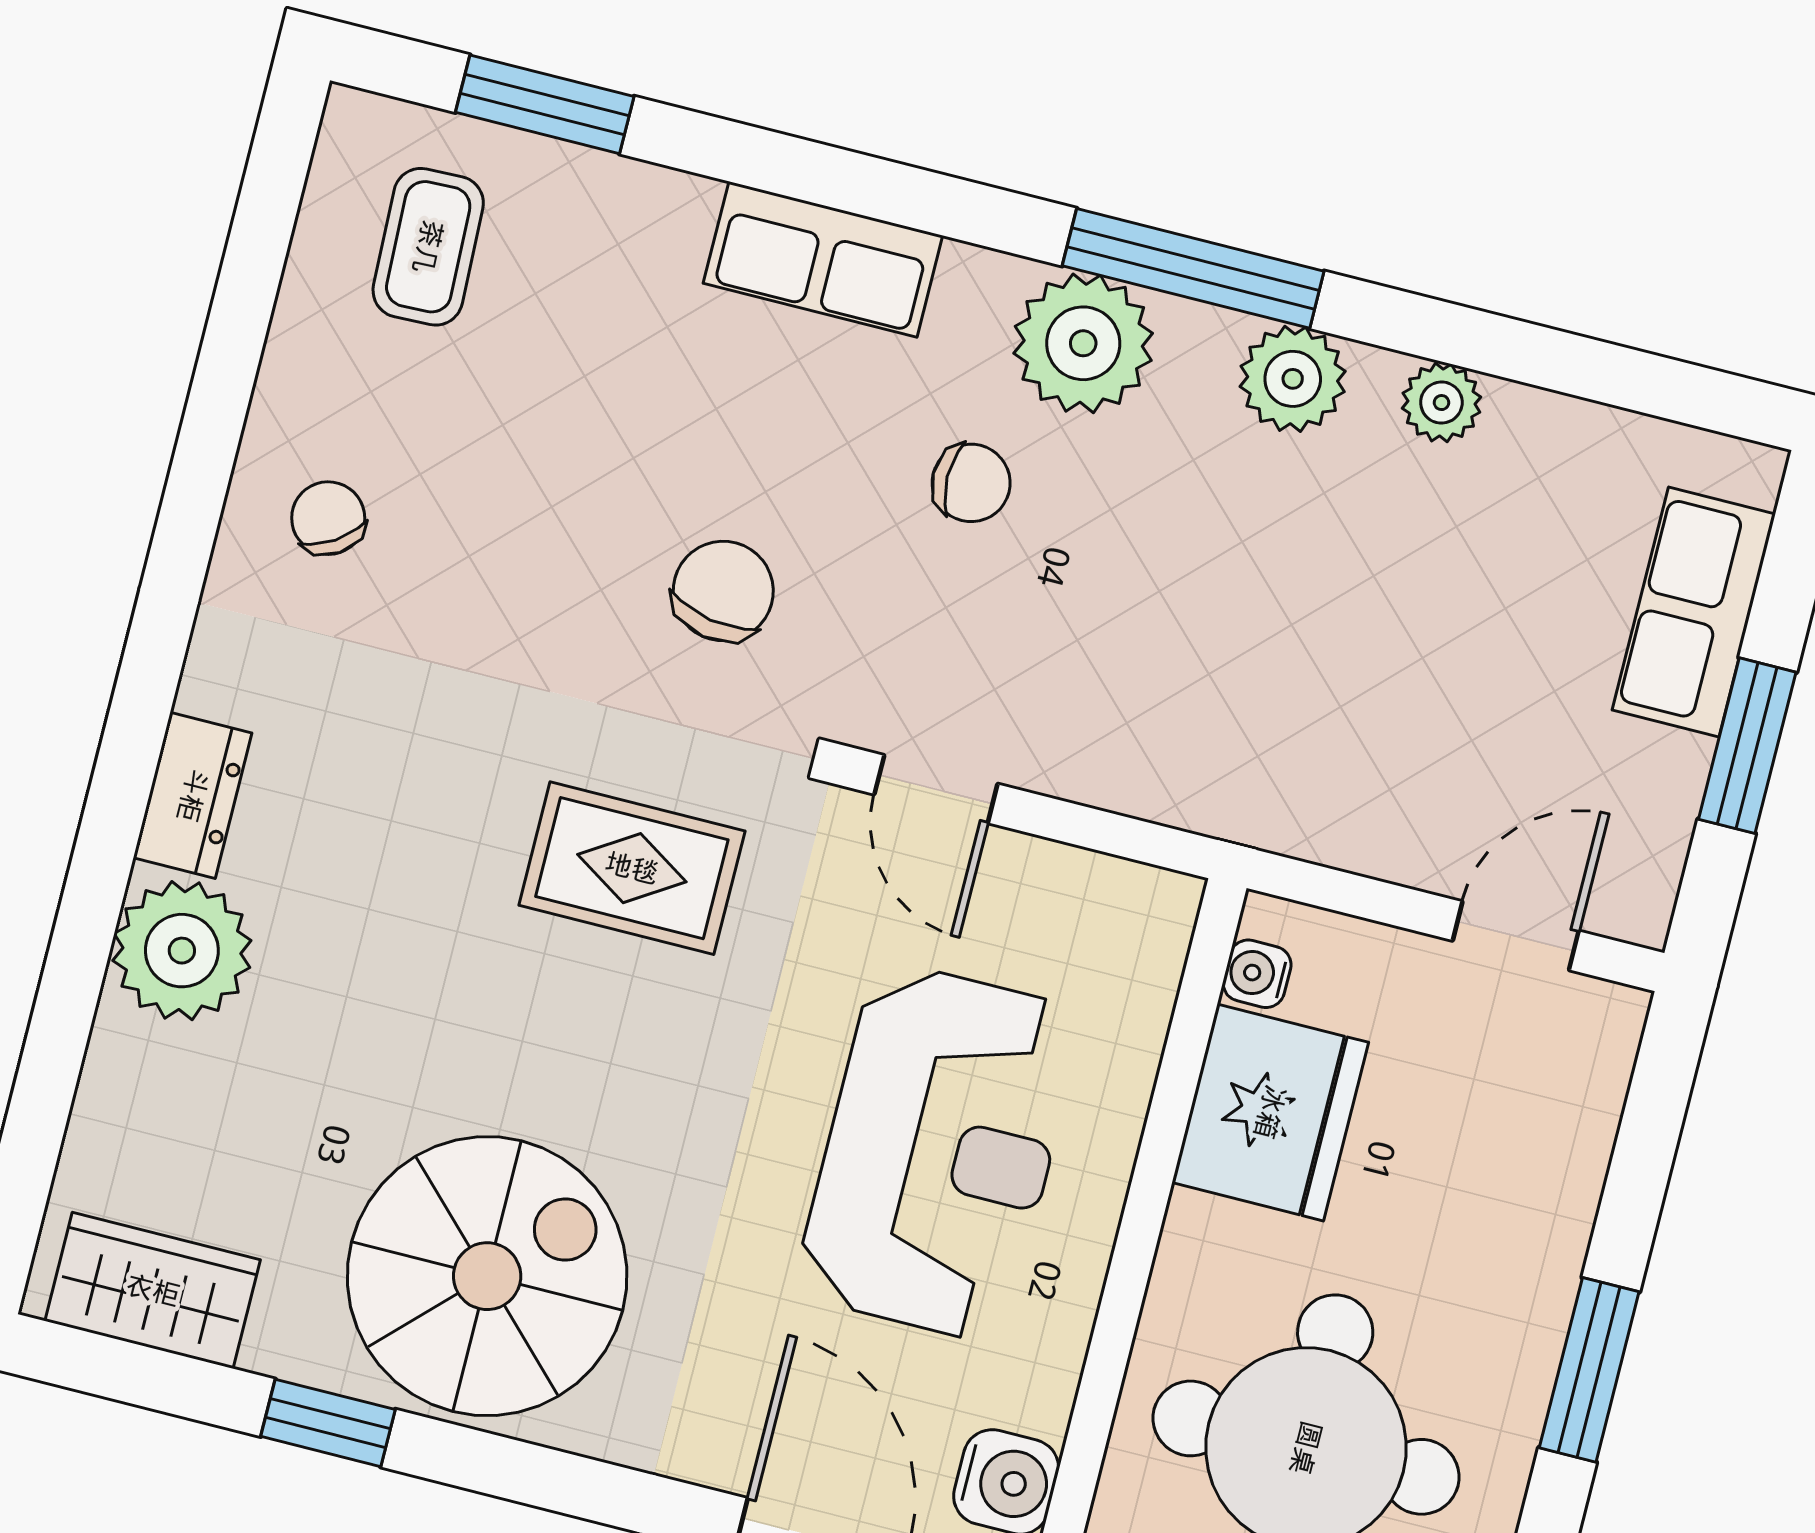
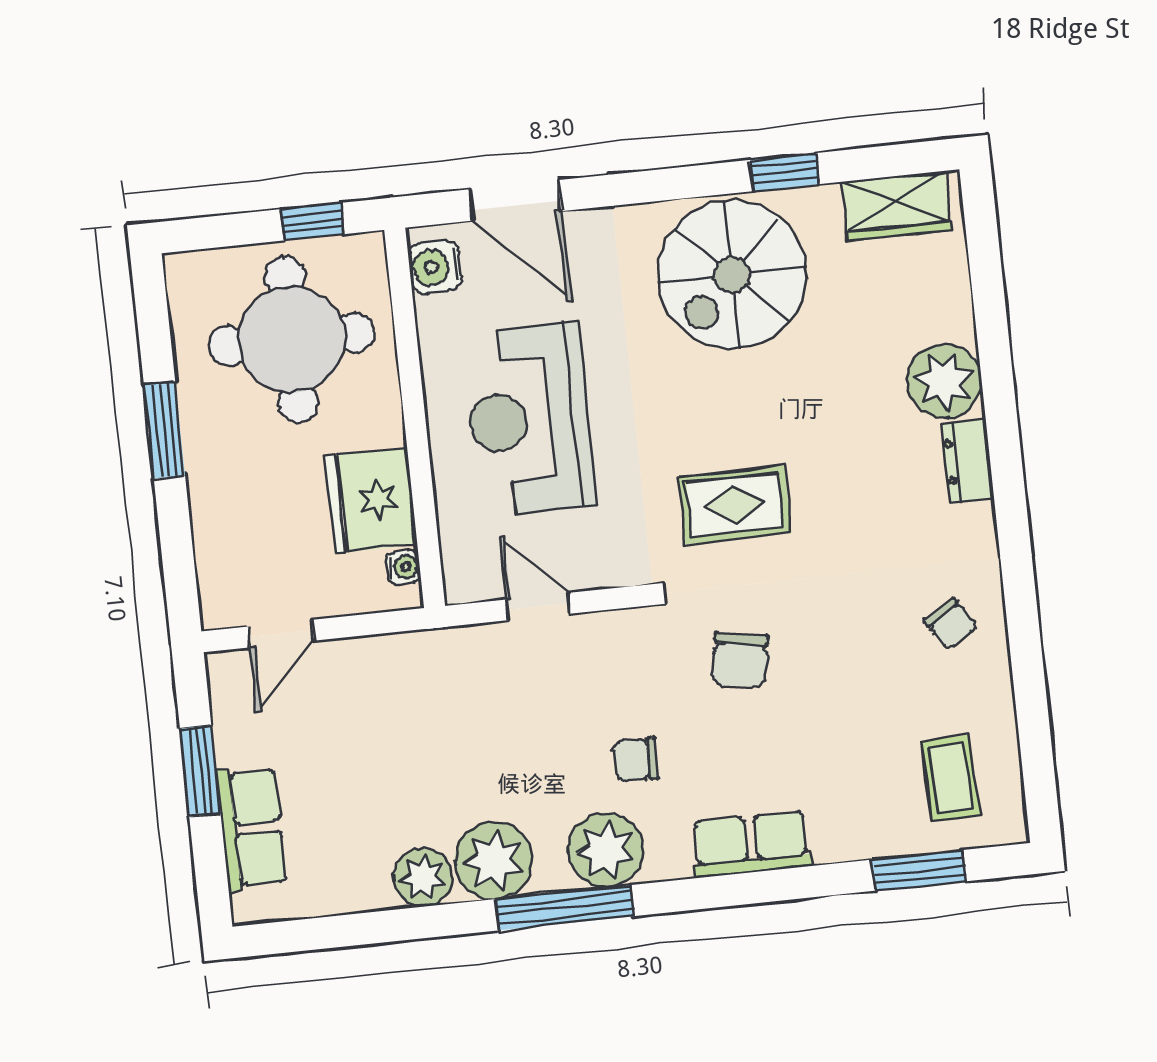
plant: (1293, 379) -> (494, 861), width x1.36, depth x1.36
plant: (1441, 403) -> (423, 878), width x1.38, depth x1.38
door: (936, 789) -> (538, 607), moved

